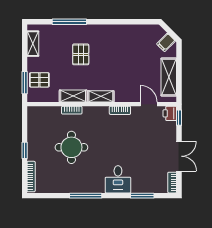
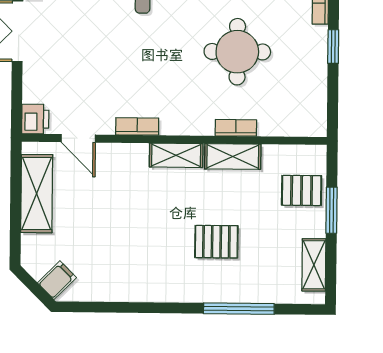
filing cabinet: (166, 42) -> (57, 280), moved
pallet: (81, 54) -> (216, 242), turned 90
window: (25, 83) -> (332, 210), moved
window: (179, 118) -> (17, 110), removed

